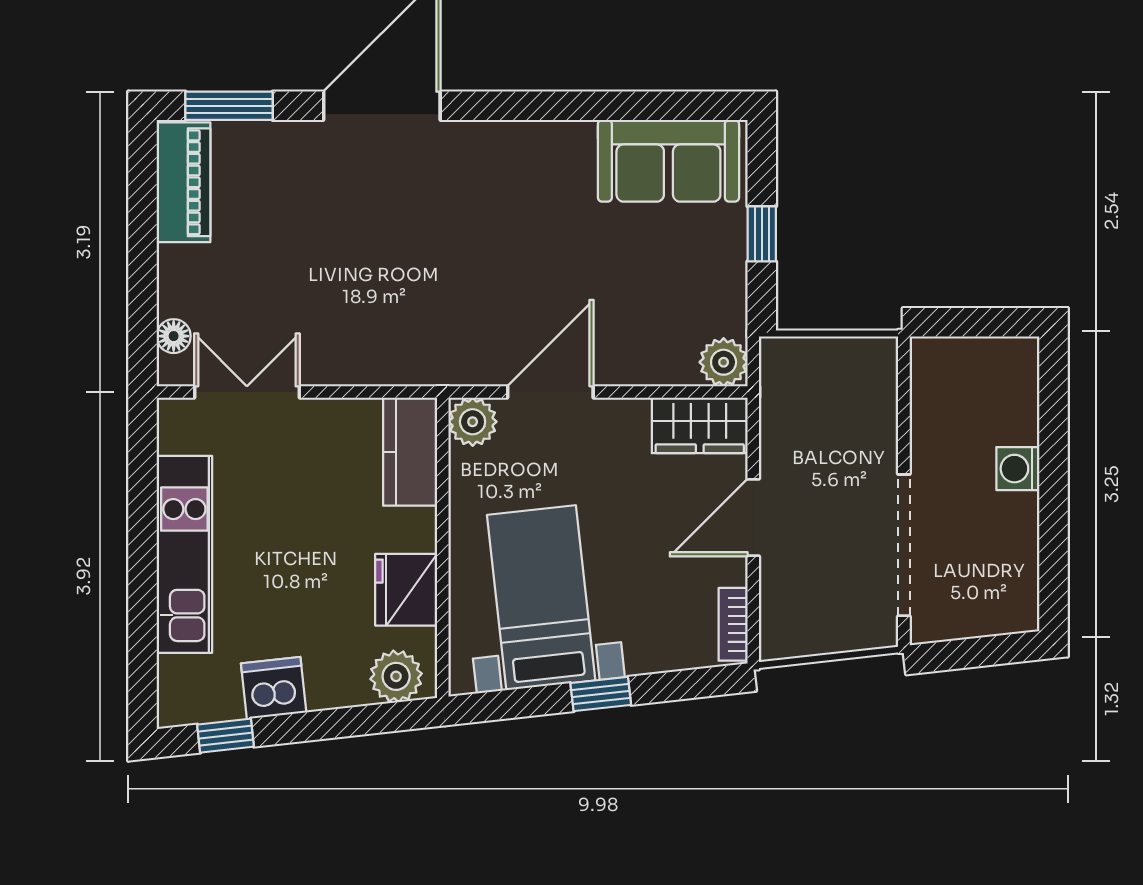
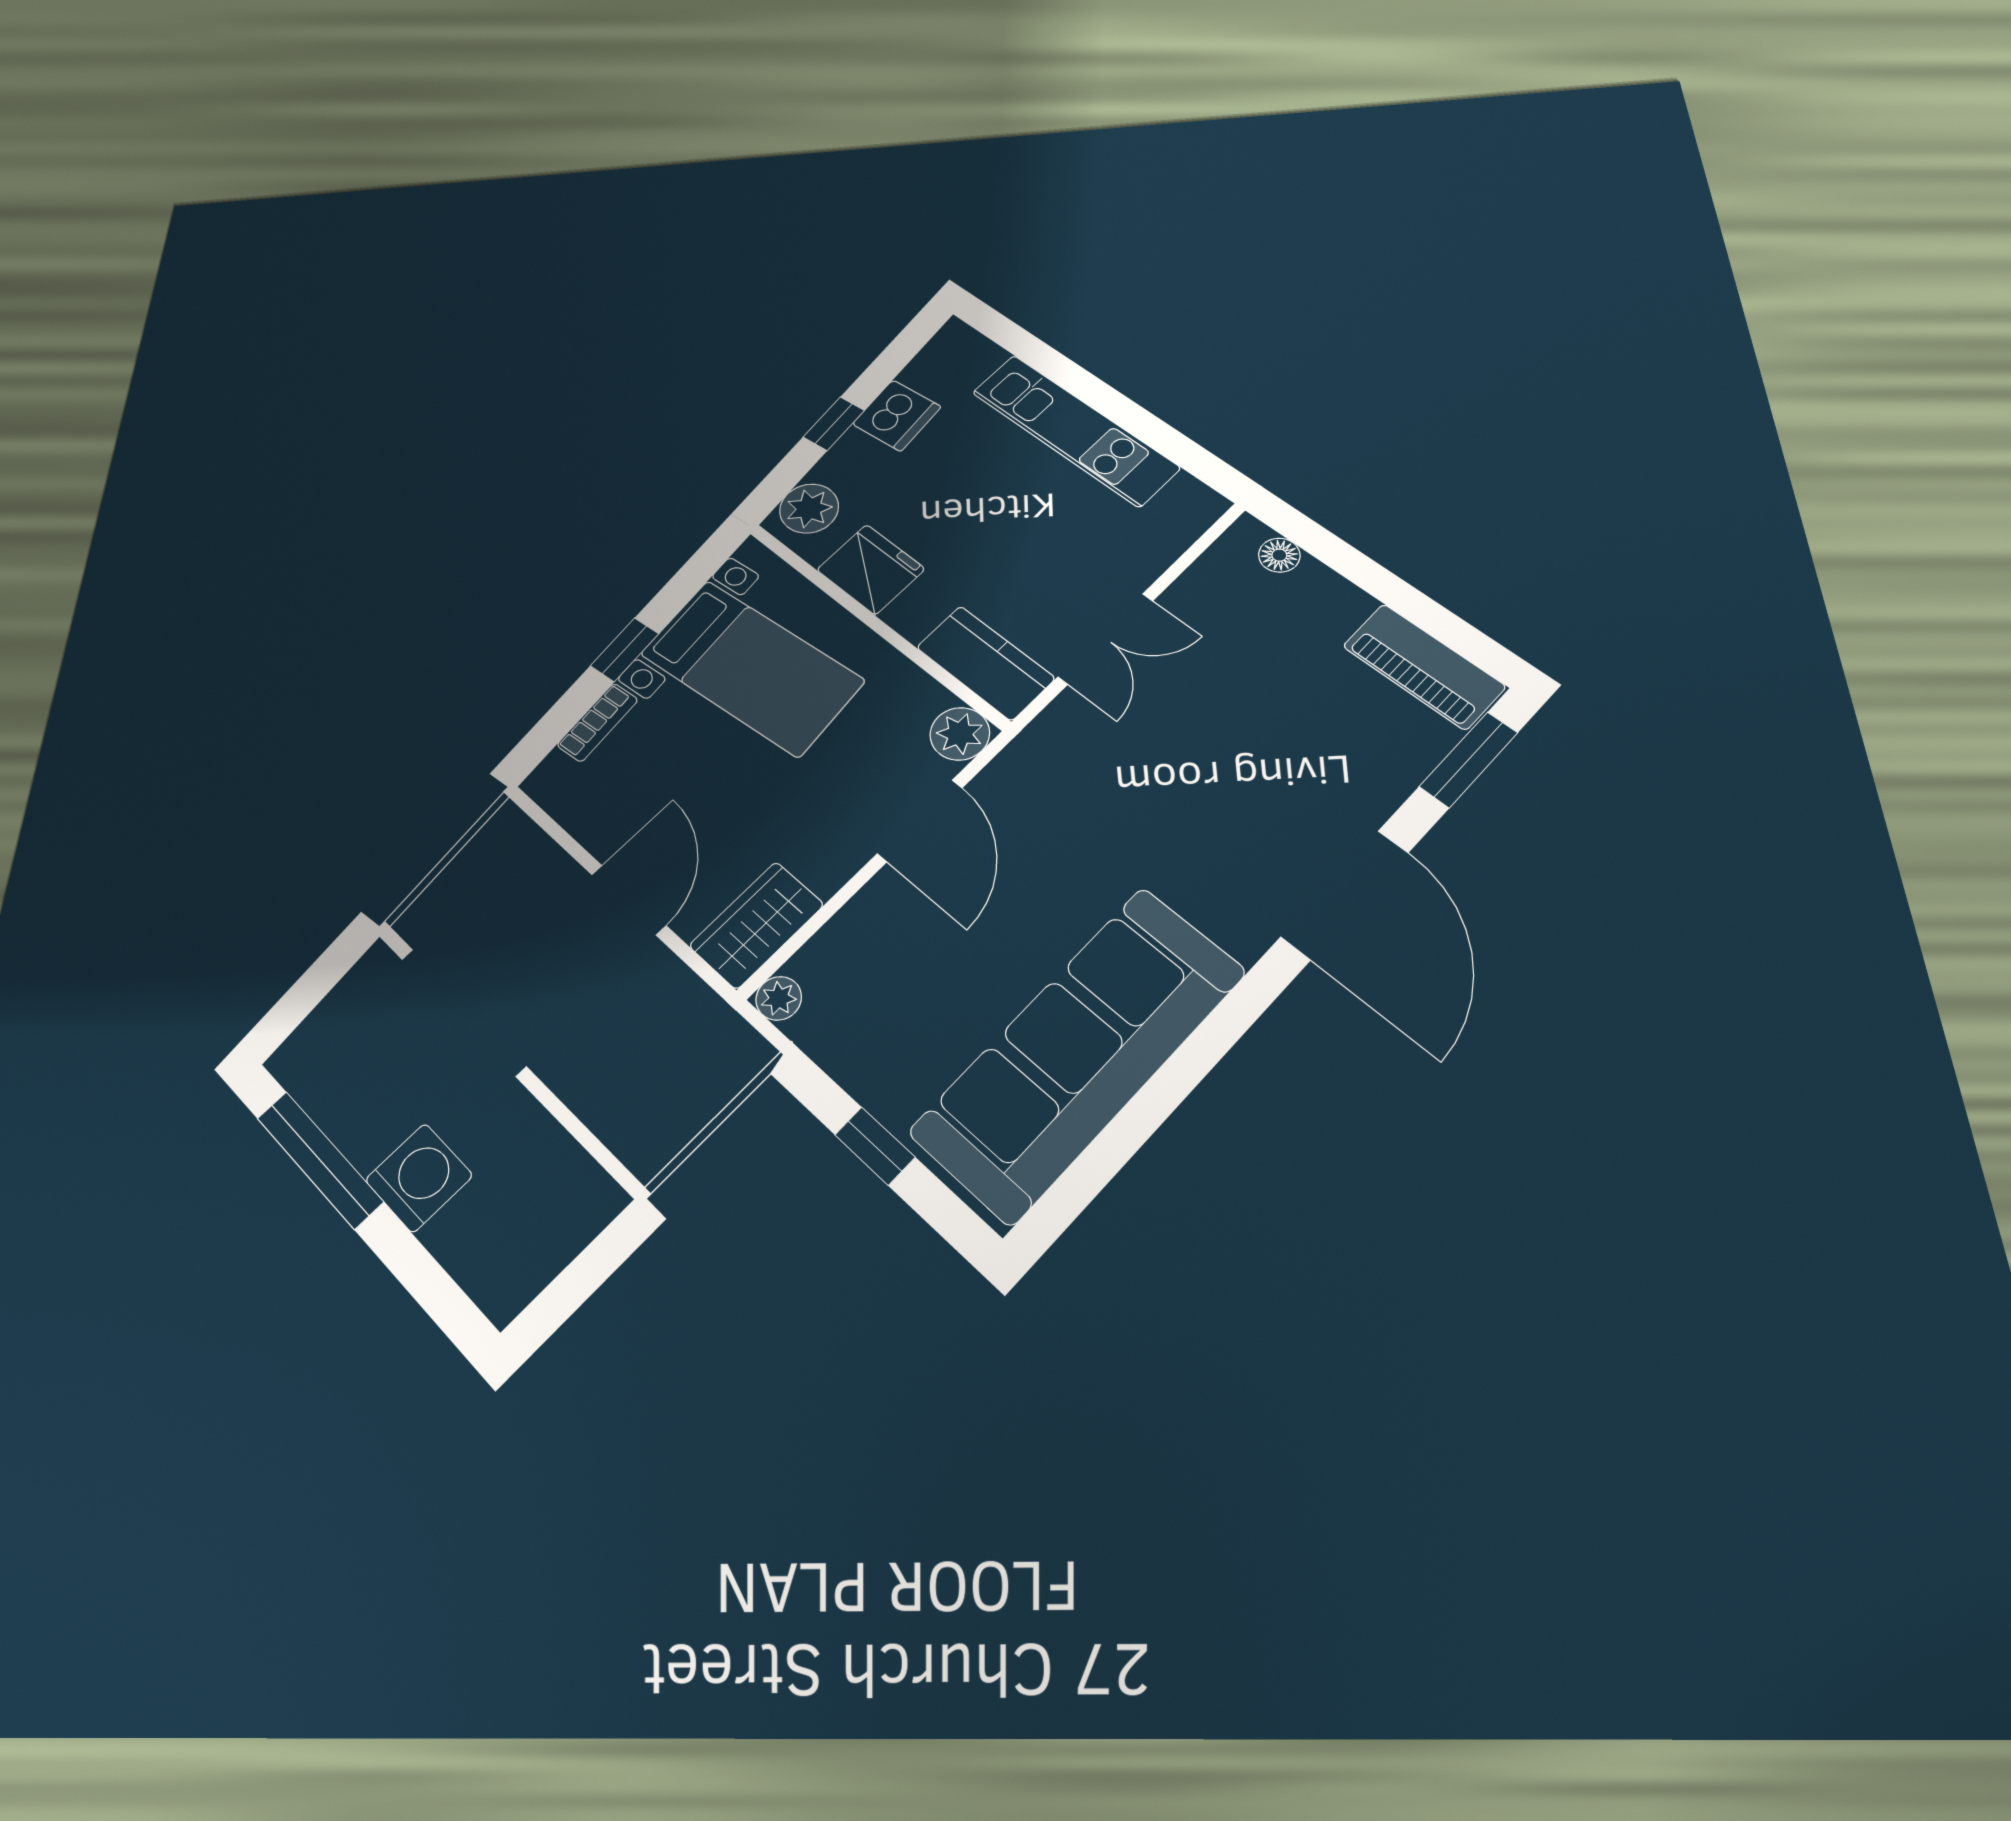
sofa: (668, 161) -> (1079, 1051), width x1.85, depth x1.27
plant: (724, 362) -> (779, 998), width x0.73, depth x0.73
double door: (247, 392) -> (1106, 639), moved
washing machine: (1018, 469) -> (419, 1178), width x1.38, depth x1.38
window: (1053, 536) -> (320, 1160), added
bookcase: (733, 624) -> (598, 722), moved, turned 84
window: (225, 736) -> (834, 424), moved

